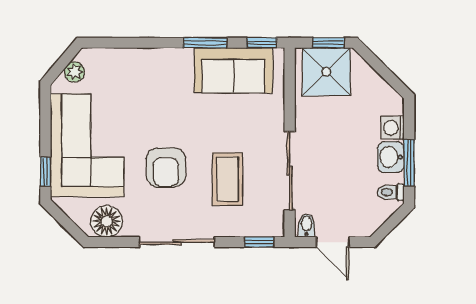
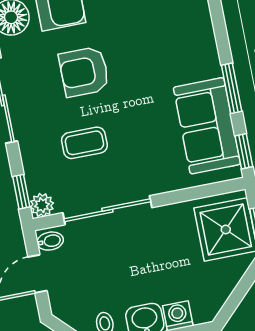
coffee table: (227, 179) -> (84, 143), width x0.73, depth x0.77
plant: (274, 226) -> (42, 205), added

